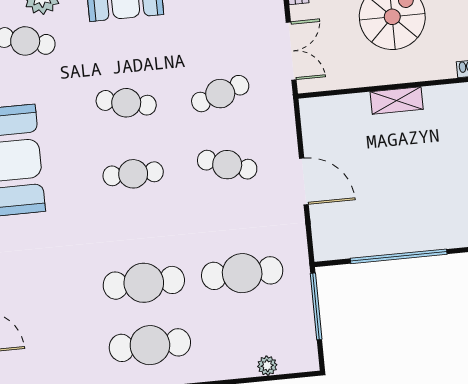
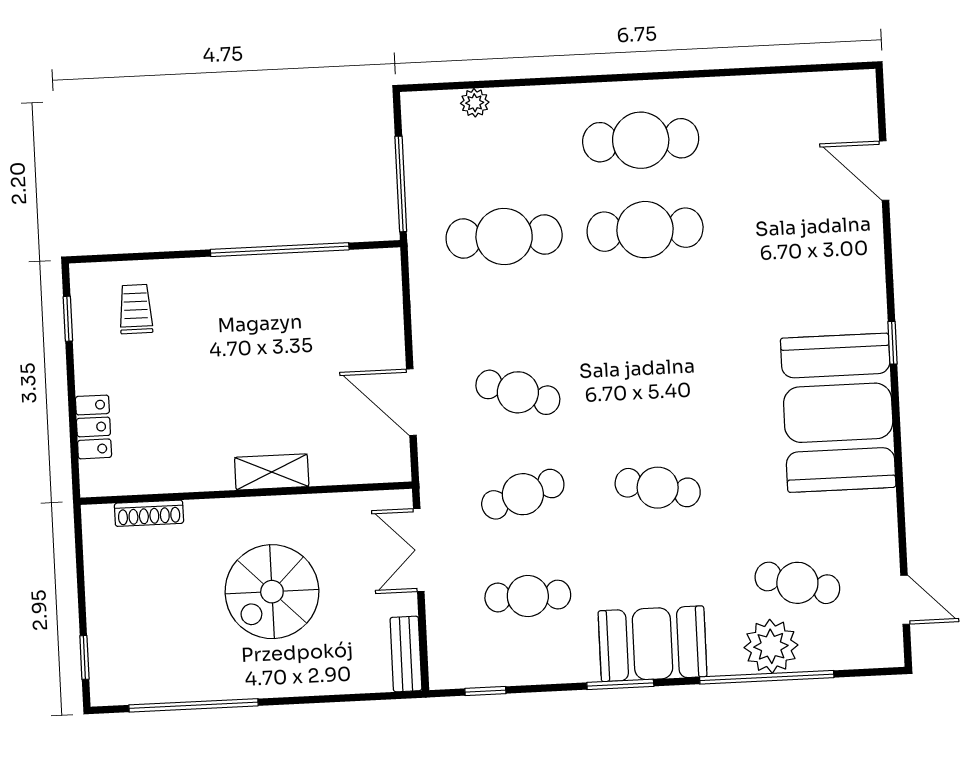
cafe table: (133, 174) -> (528, 596), moved
door: (304, 181) -> (411, 402), moved

